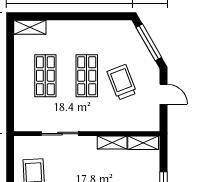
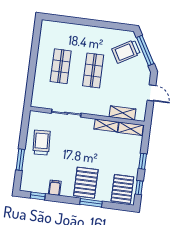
shelving: (30, 27) -> (123, 113), moved
trolley: (122, 82) -> (126, 51), moved, turned -99

